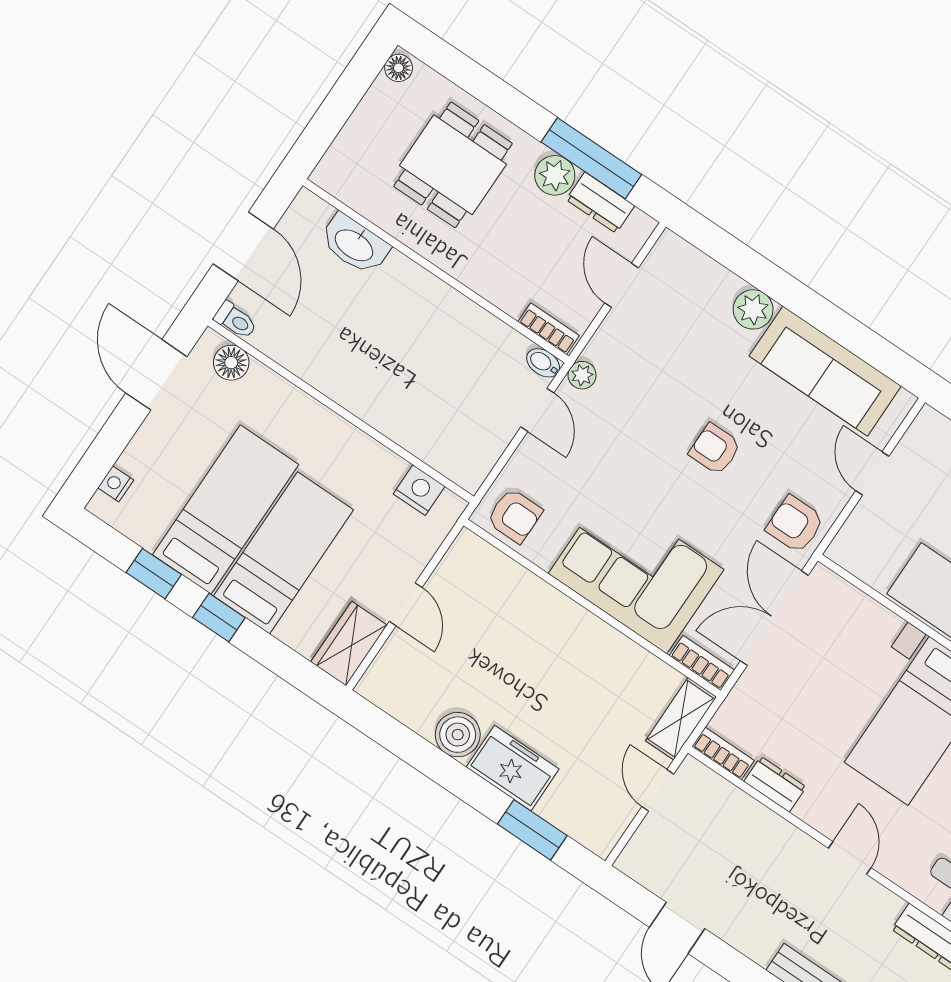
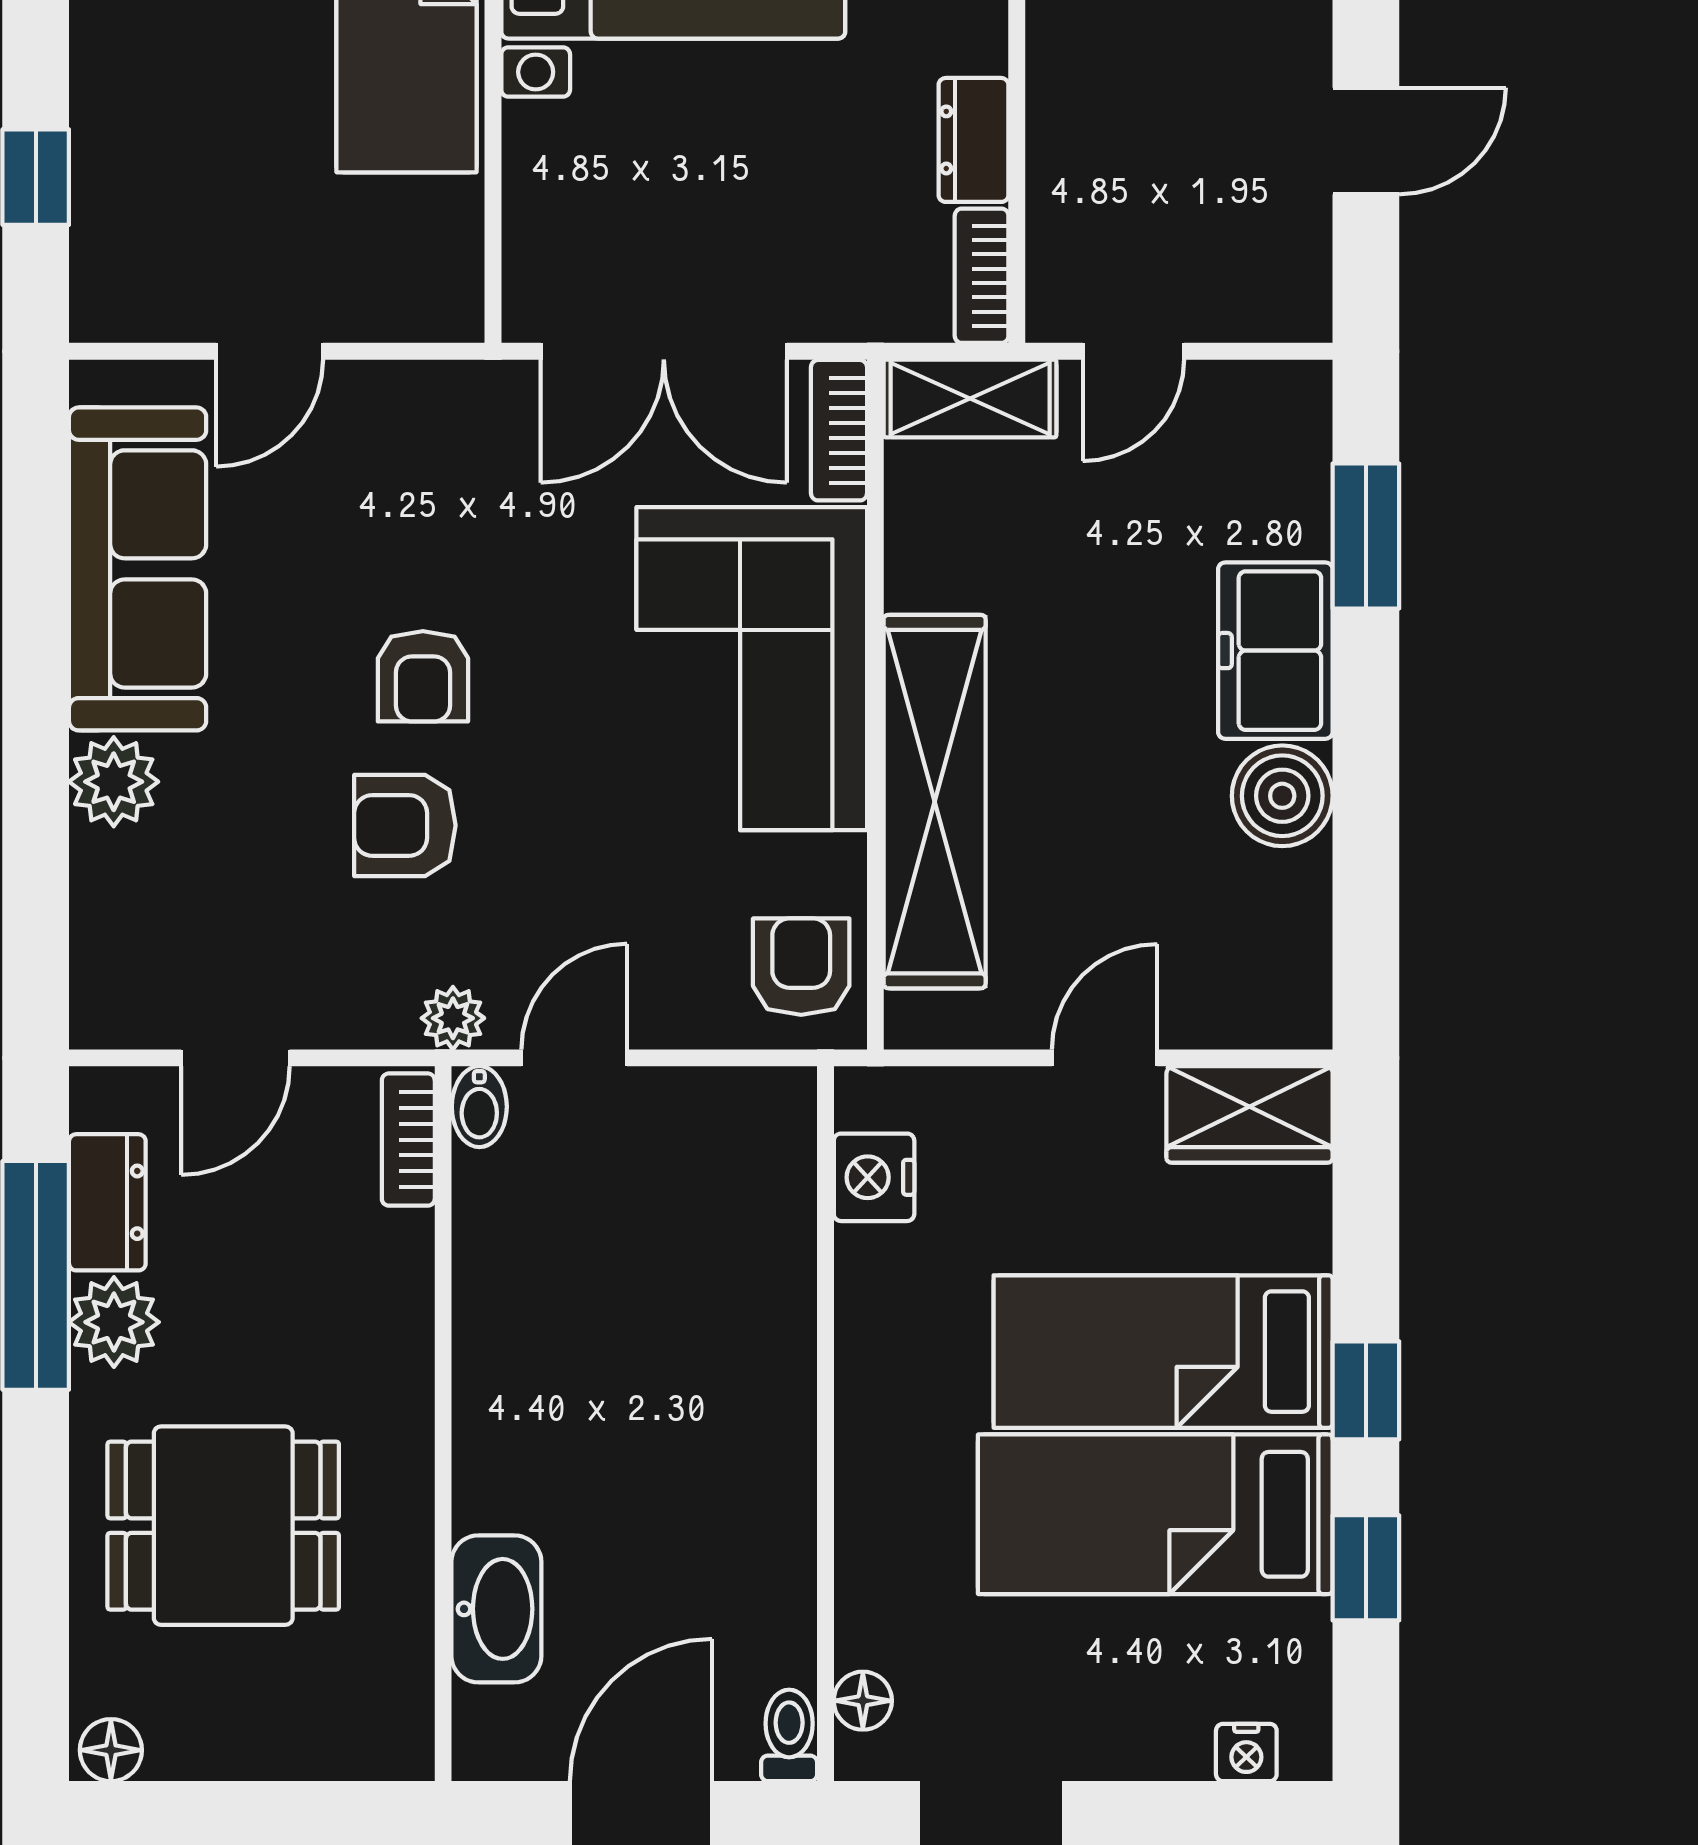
floor lamp: (231, 363) -> (863, 1701), width x0.73, depth x0.73
armchair: (795, 524) -> (405, 825), moved, turned 90
shelving: (542, 606) -> (935, 802), added

